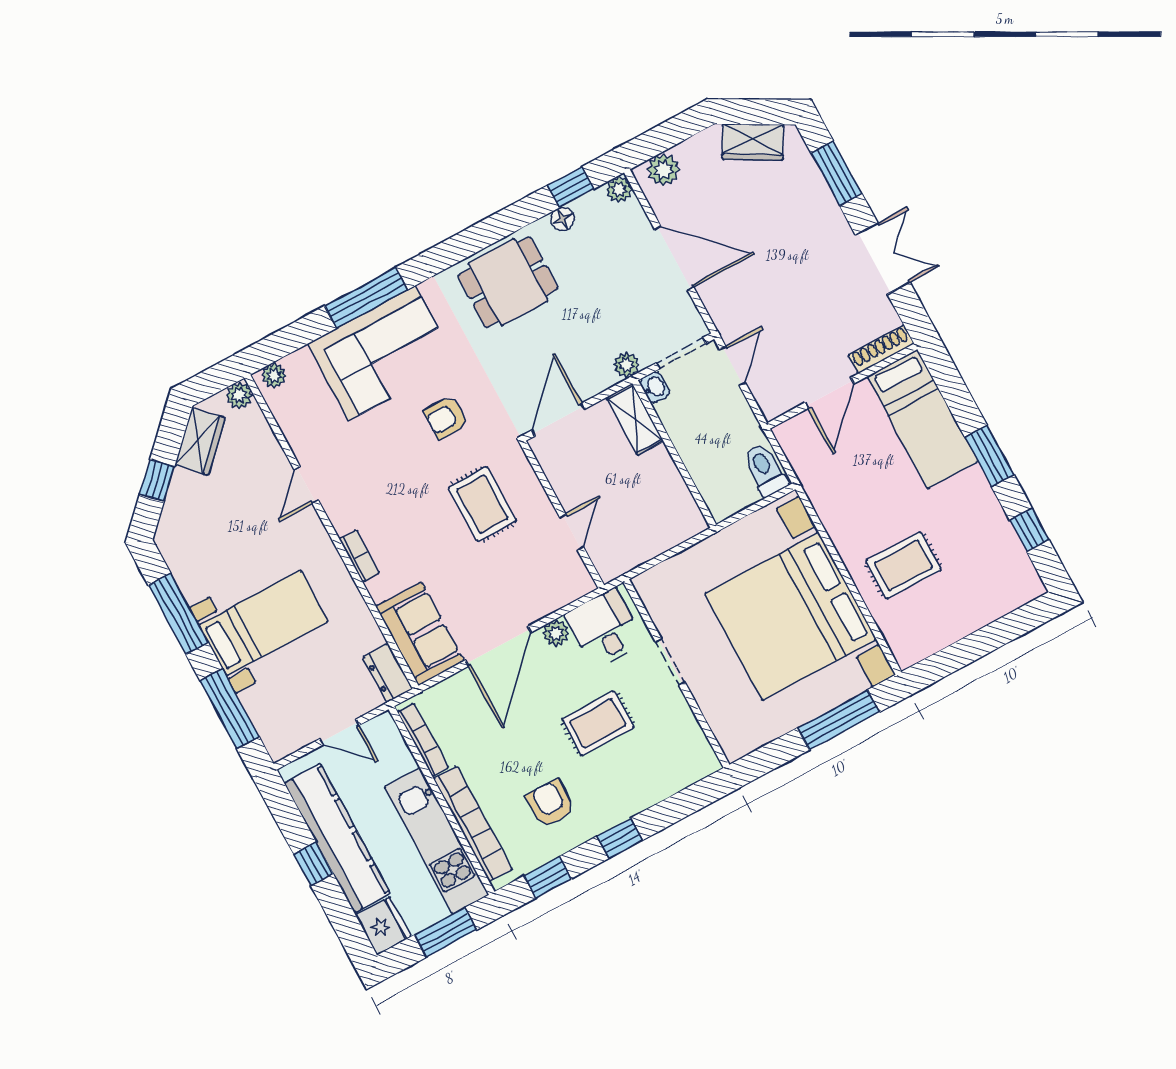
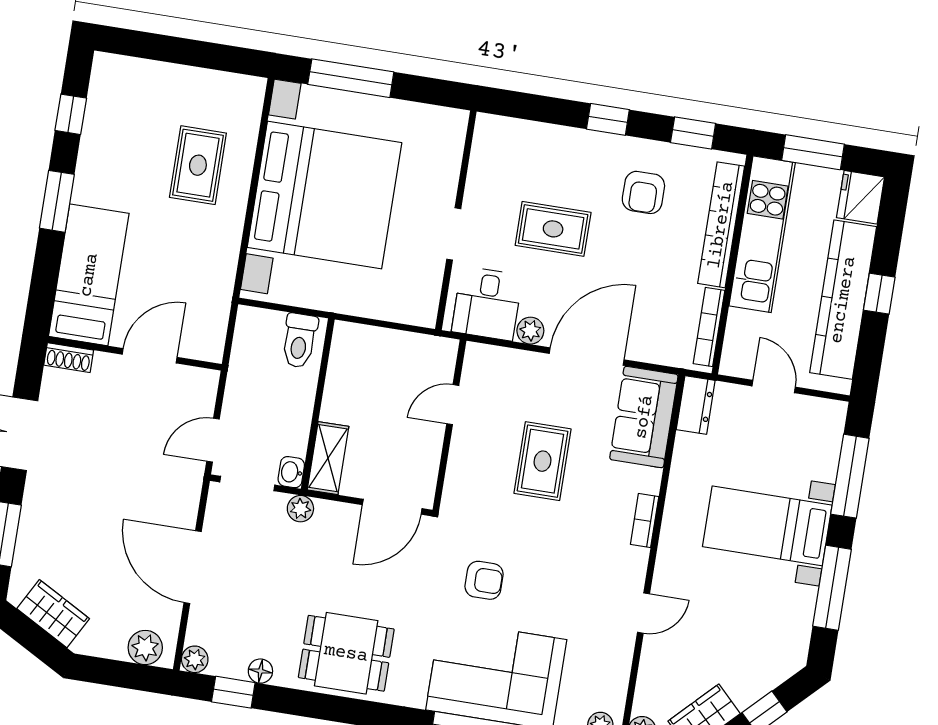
shoe rack: (881, 349) -> (69, 358), width x0.70
toilet: (765, 470) -> (299, 341), moved
rug: (482, 504) -> (542, 461), moved
rug: (904, 565) -> (198, 165), turned 90

